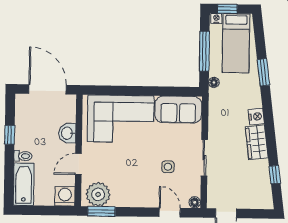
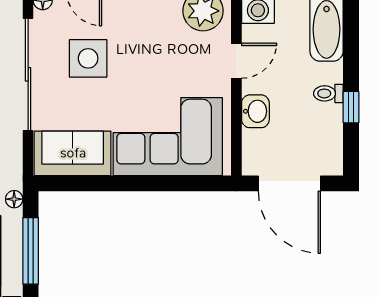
toilet: (23, 156) -> (328, 93), moved
sliding door: (204, 158) -> (28, 74), width x1.86
side table: (168, 167) -> (88, 58), width x1.87, depth x1.87

